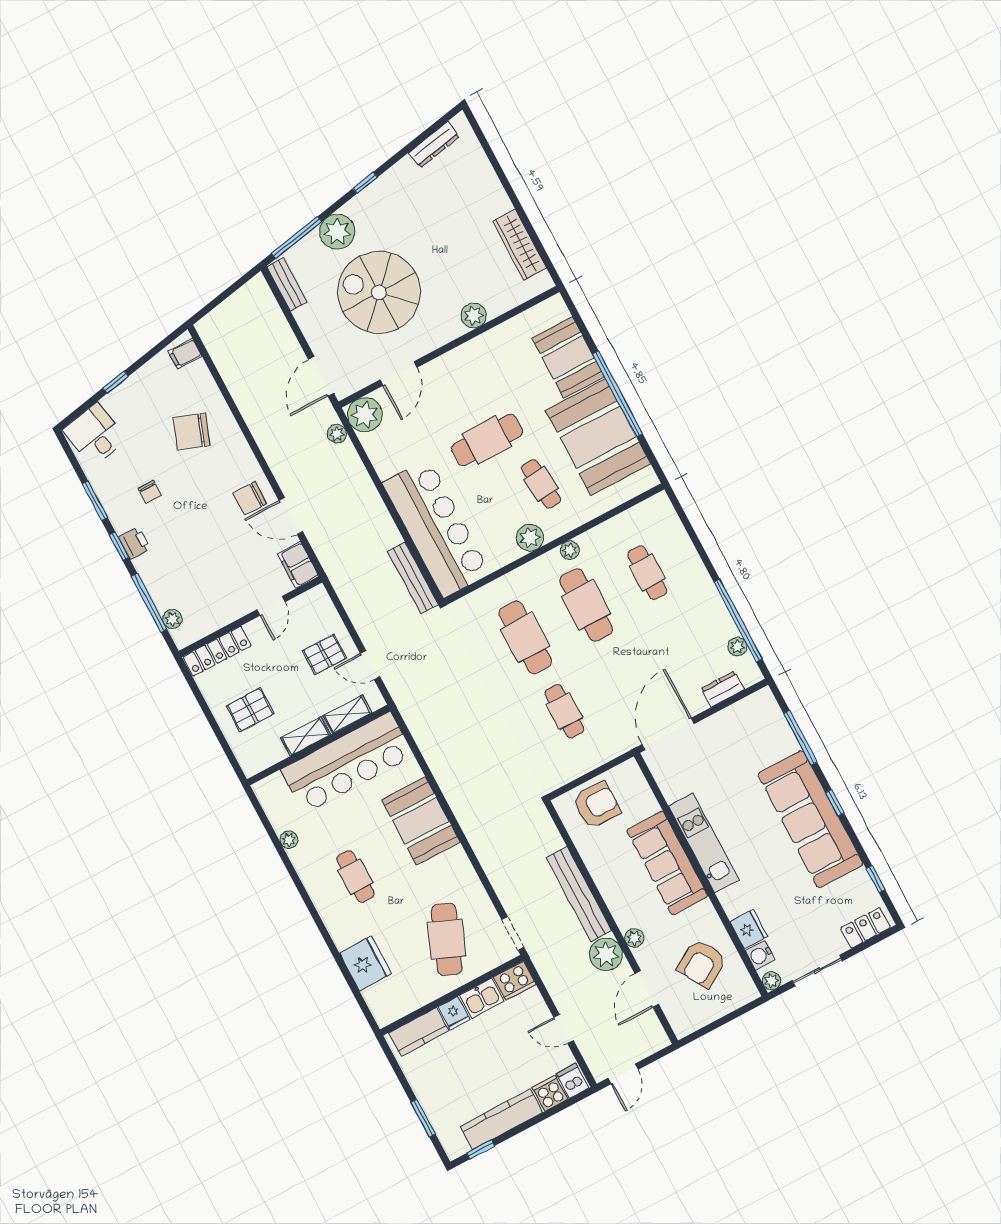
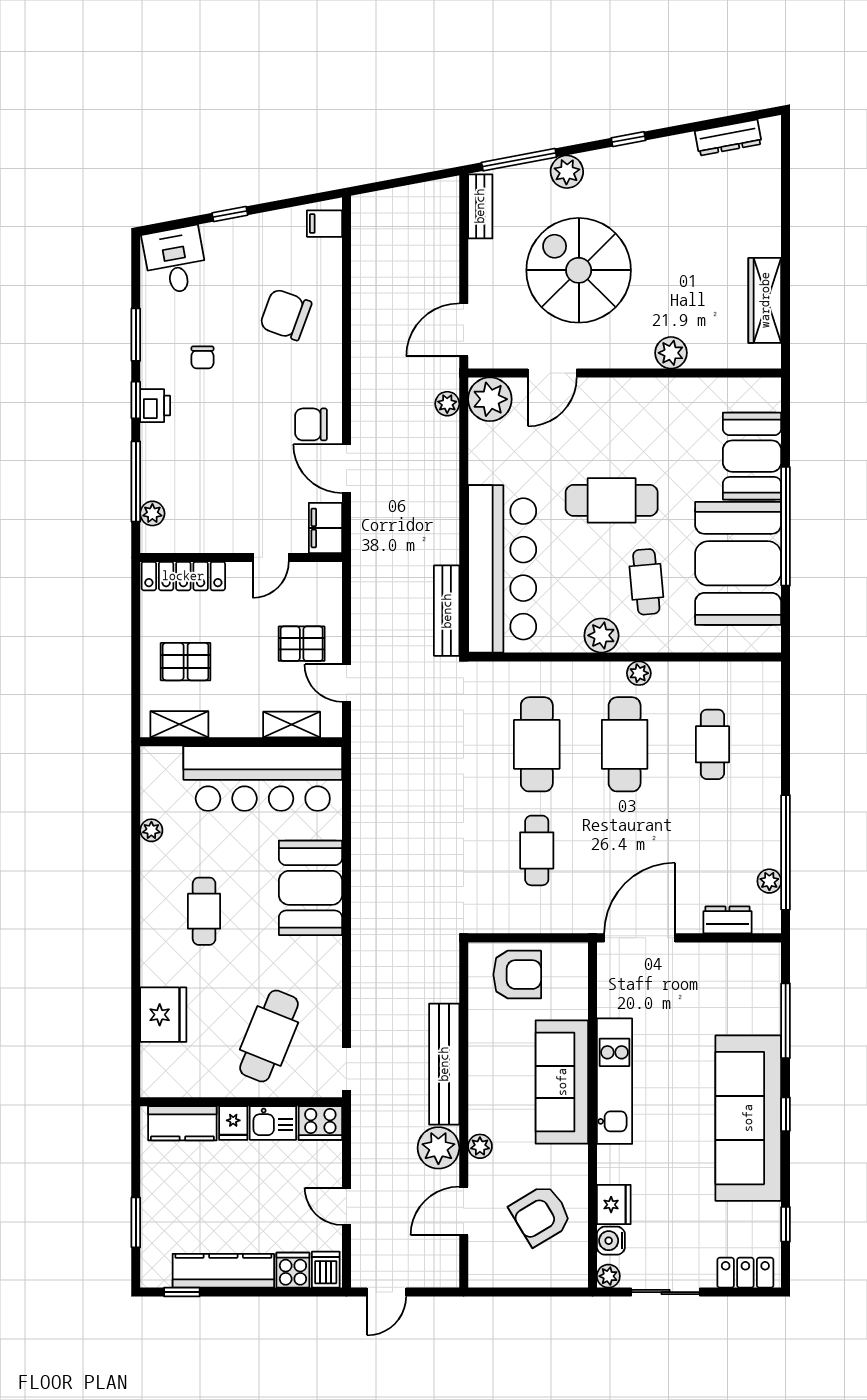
plant: (337, 232) -> (567, 172), width x0.73, depth x0.73
shelving: (306, 736) -> (179, 724), moved

